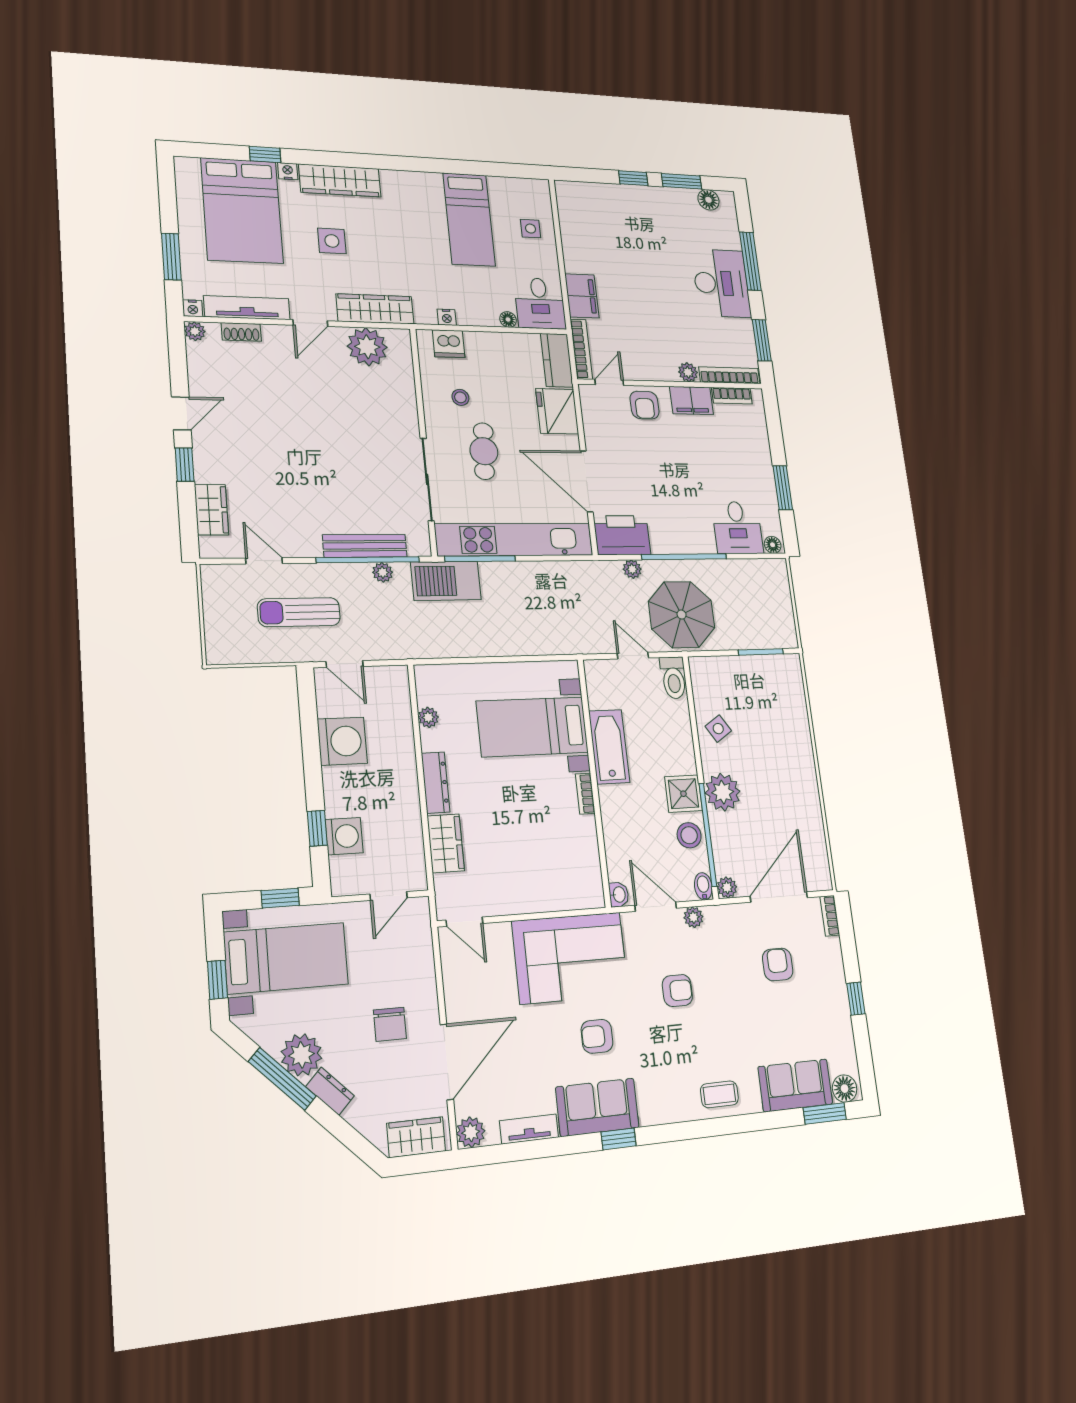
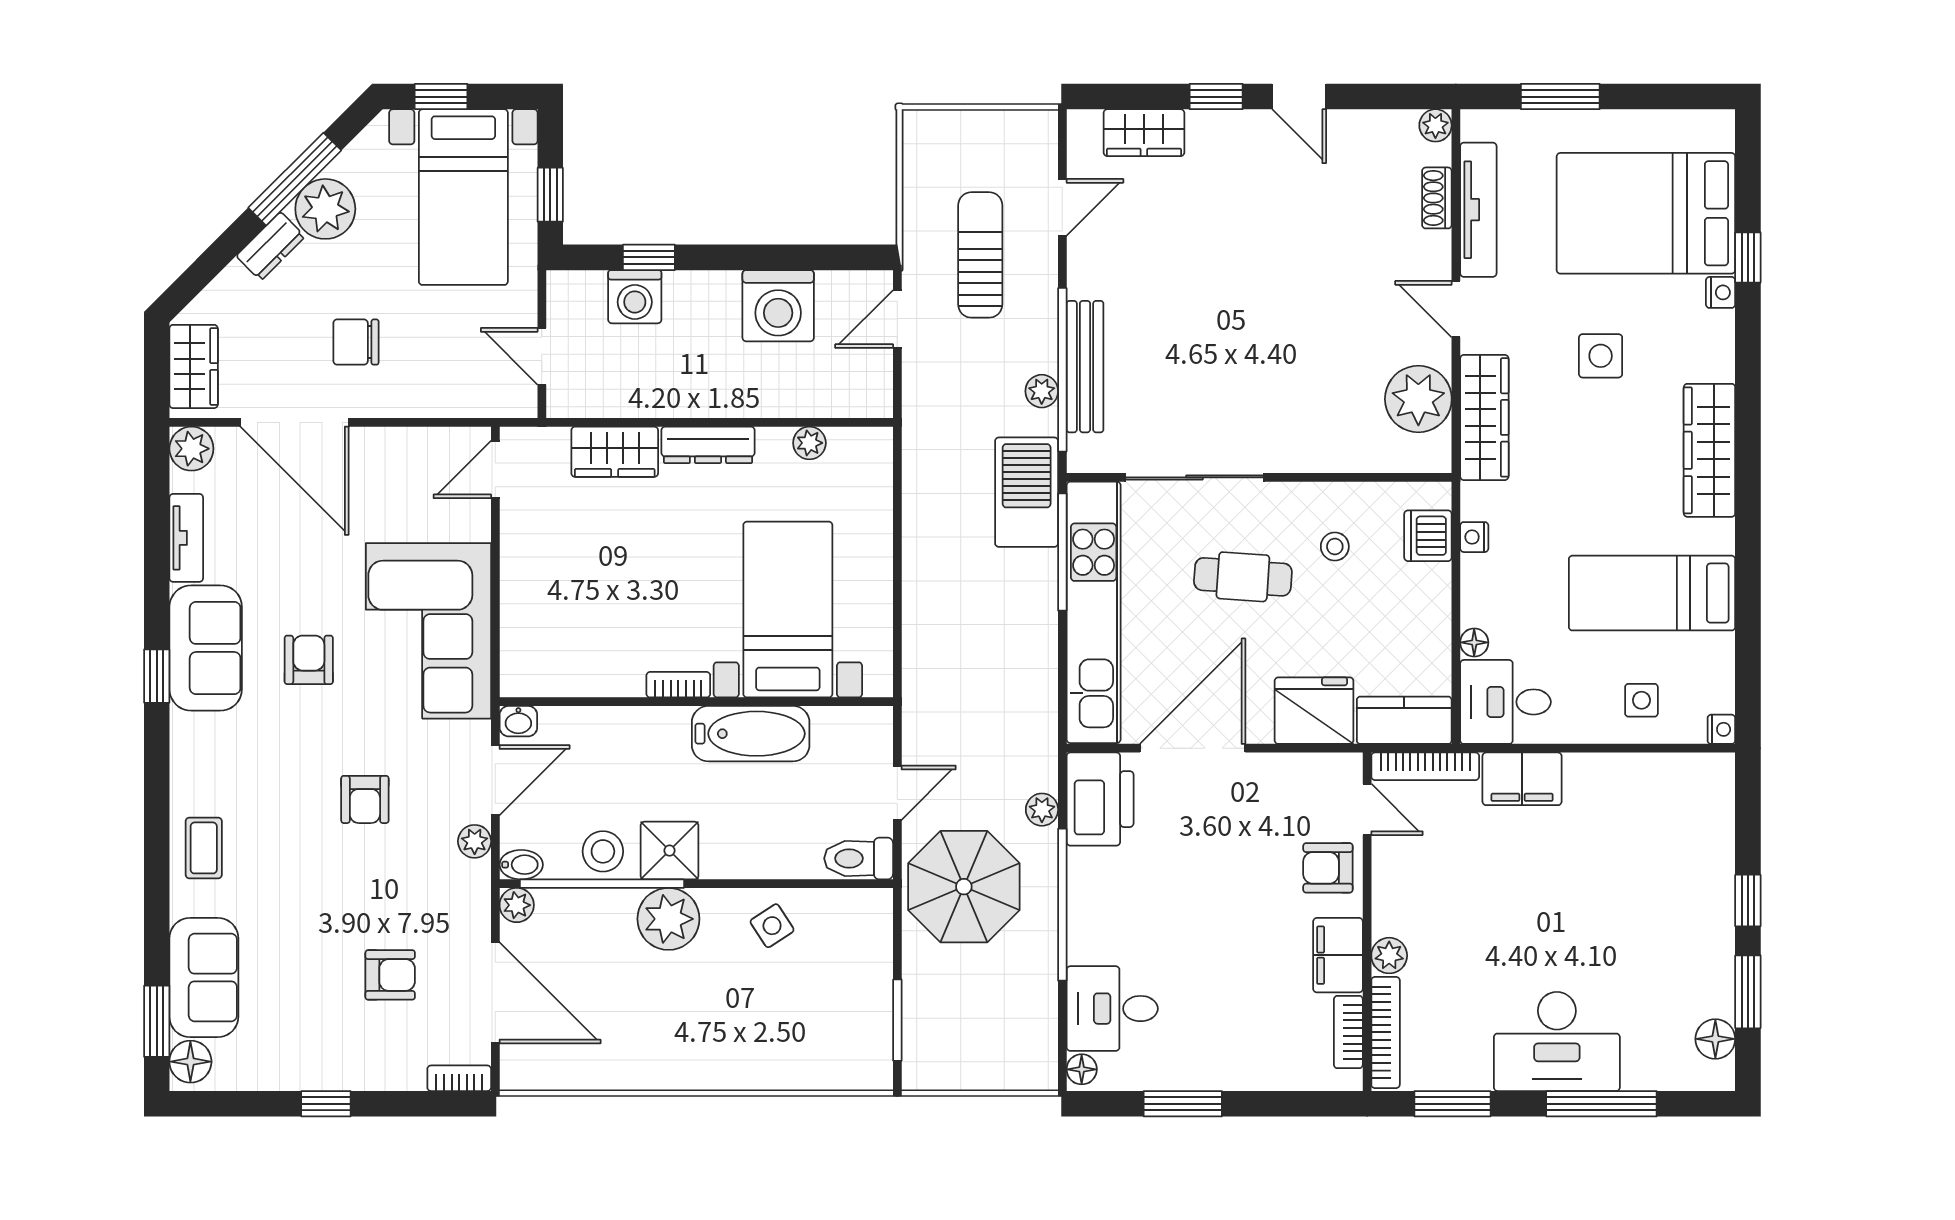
wardrobe: (340, 180) -> (1709, 450), moved
nightstand: (193, 308) -> (1721, 729), moved, turned 180

